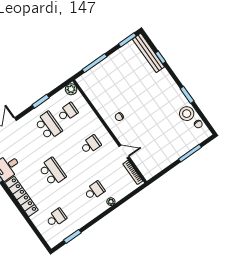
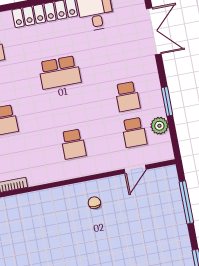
plant: (71, 89) -> (159, 126), moved
school desk: (48, 126) -> (127, 97), width x0.54
door: (124, 151) -> (135, 169), moved

